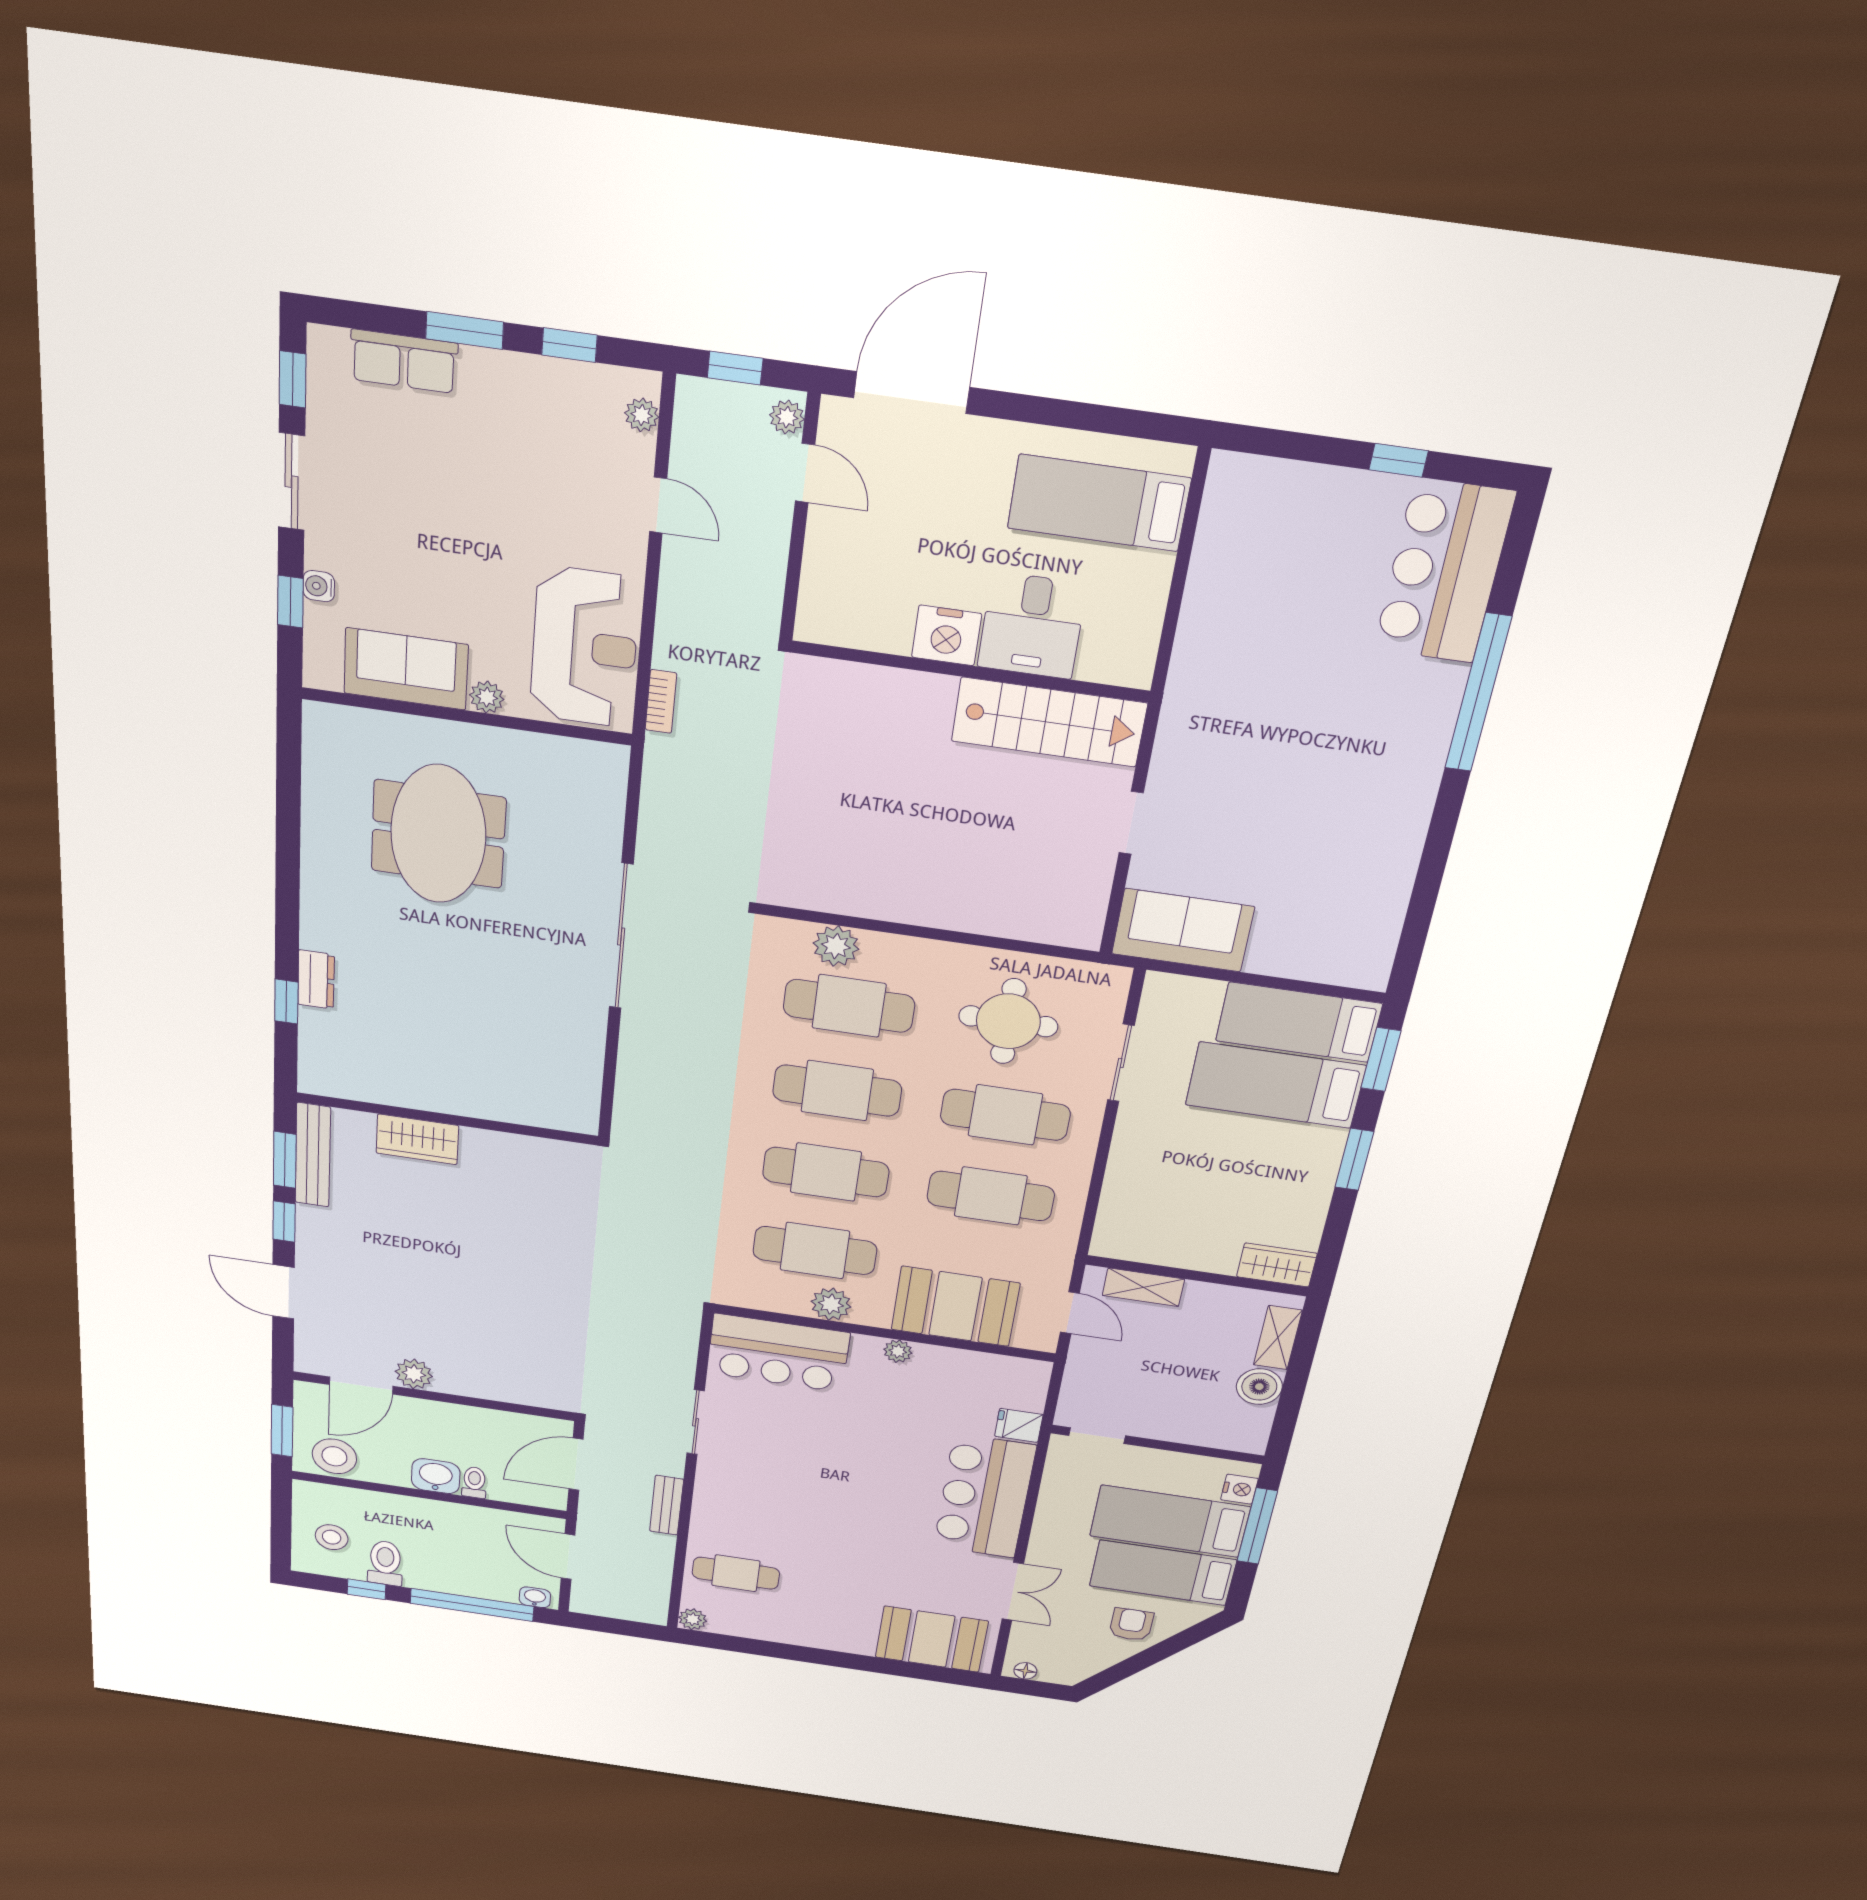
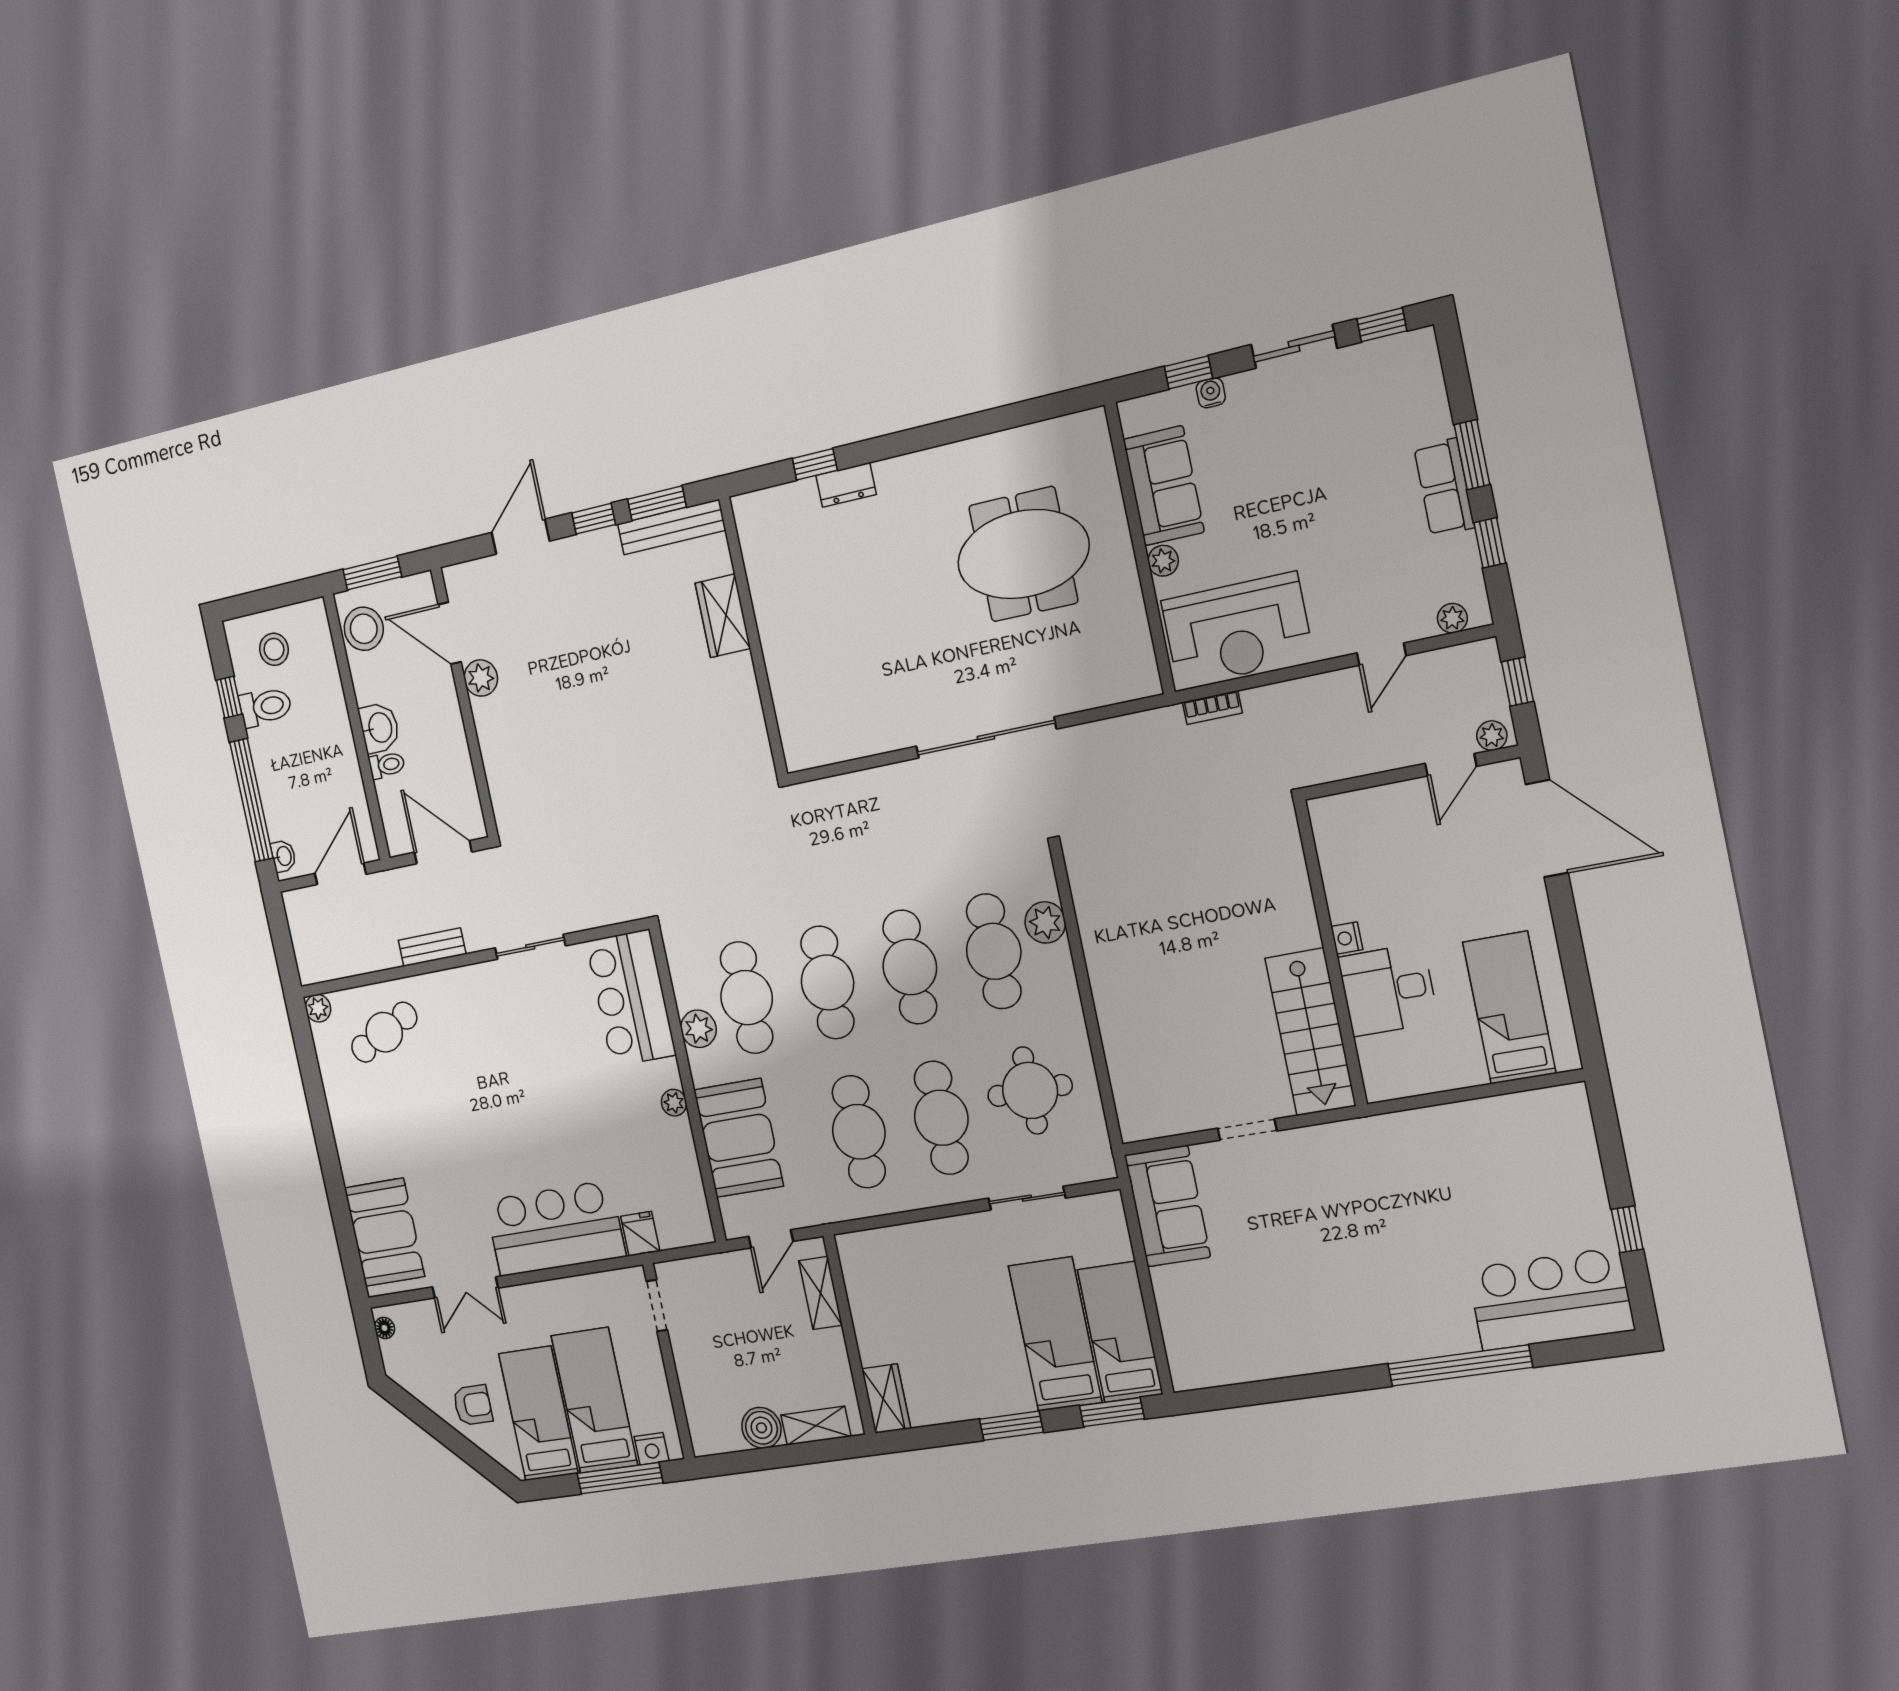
row of seats: (404, 361) -> (1444, 487), moved
nightstand: (947, 635) -> (1347, 938), width x0.53, depth x0.56
cafe table: (736, 1573) -> (384, 1032), turned 65

